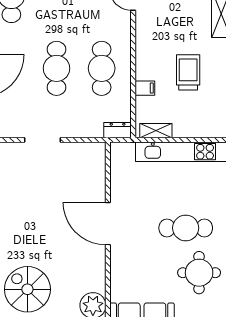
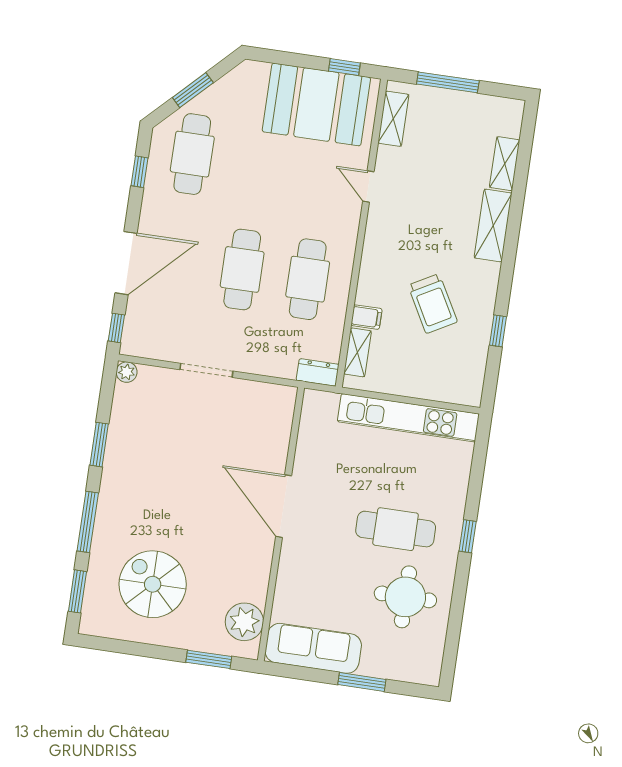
trolley: (188, 72) -> (433, 304), turned 151
shelving: (156, 131) -> (358, 352), moved, turned 90

